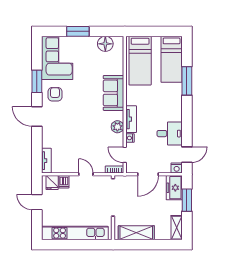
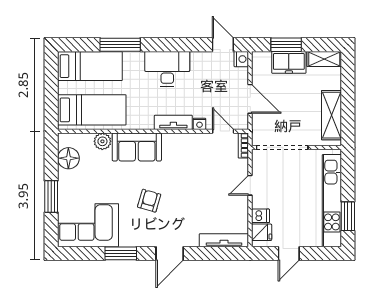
armchair: (55, 94) -> (149, 201), moved, turned 106
plant: (117, 127) -> (102, 141), moved
desk: (170, 134) -> (167, 69), moved, width x1.37
door: (125, 155) -> (223, 131), swing flipped
tv unit: (46, 161) -> (224, 240), width x1.41
freezer: (174, 188) -> (289, 62), moved
window: (64, 245) -> (348, 216), added

